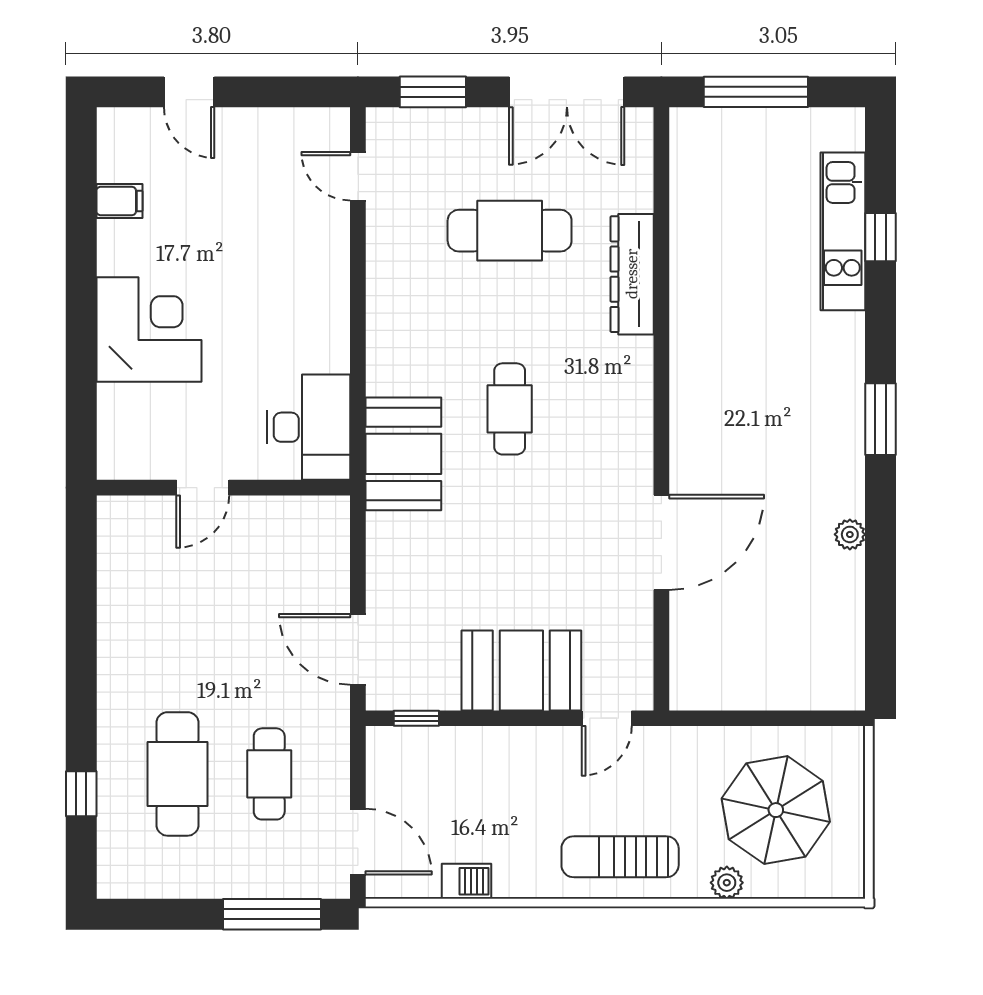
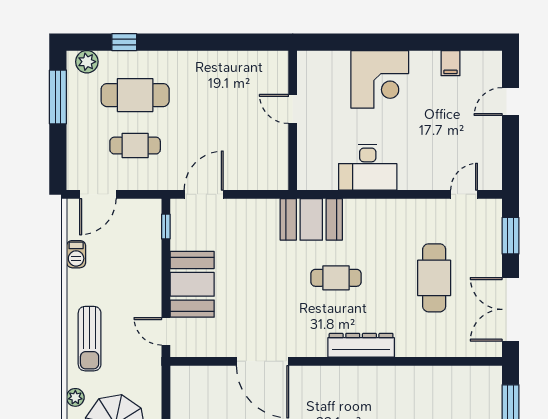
dresser: (632, 274) -> (361, 345), moved
desk: (309, 427) -> (368, 167), moved
sun lounger: (620, 857) -> (90, 339), turned 180
plant: (117, 862) -> (87, 62), added
window: (272, 914) -> (58, 97), moved

